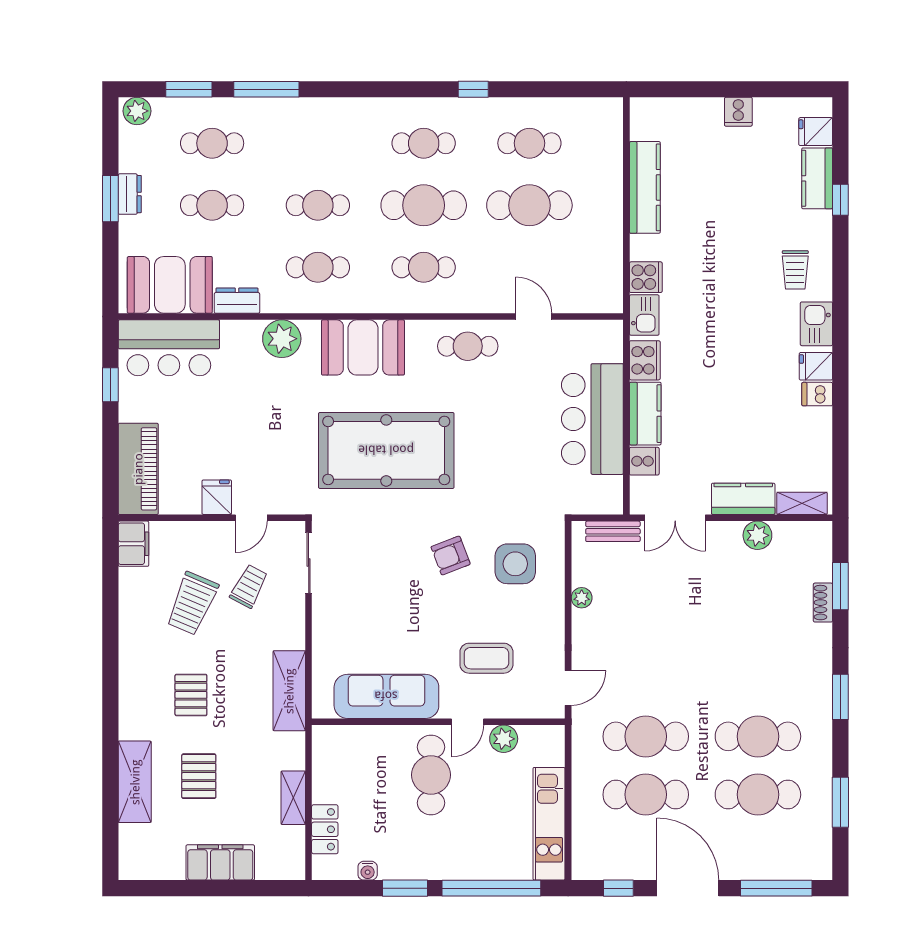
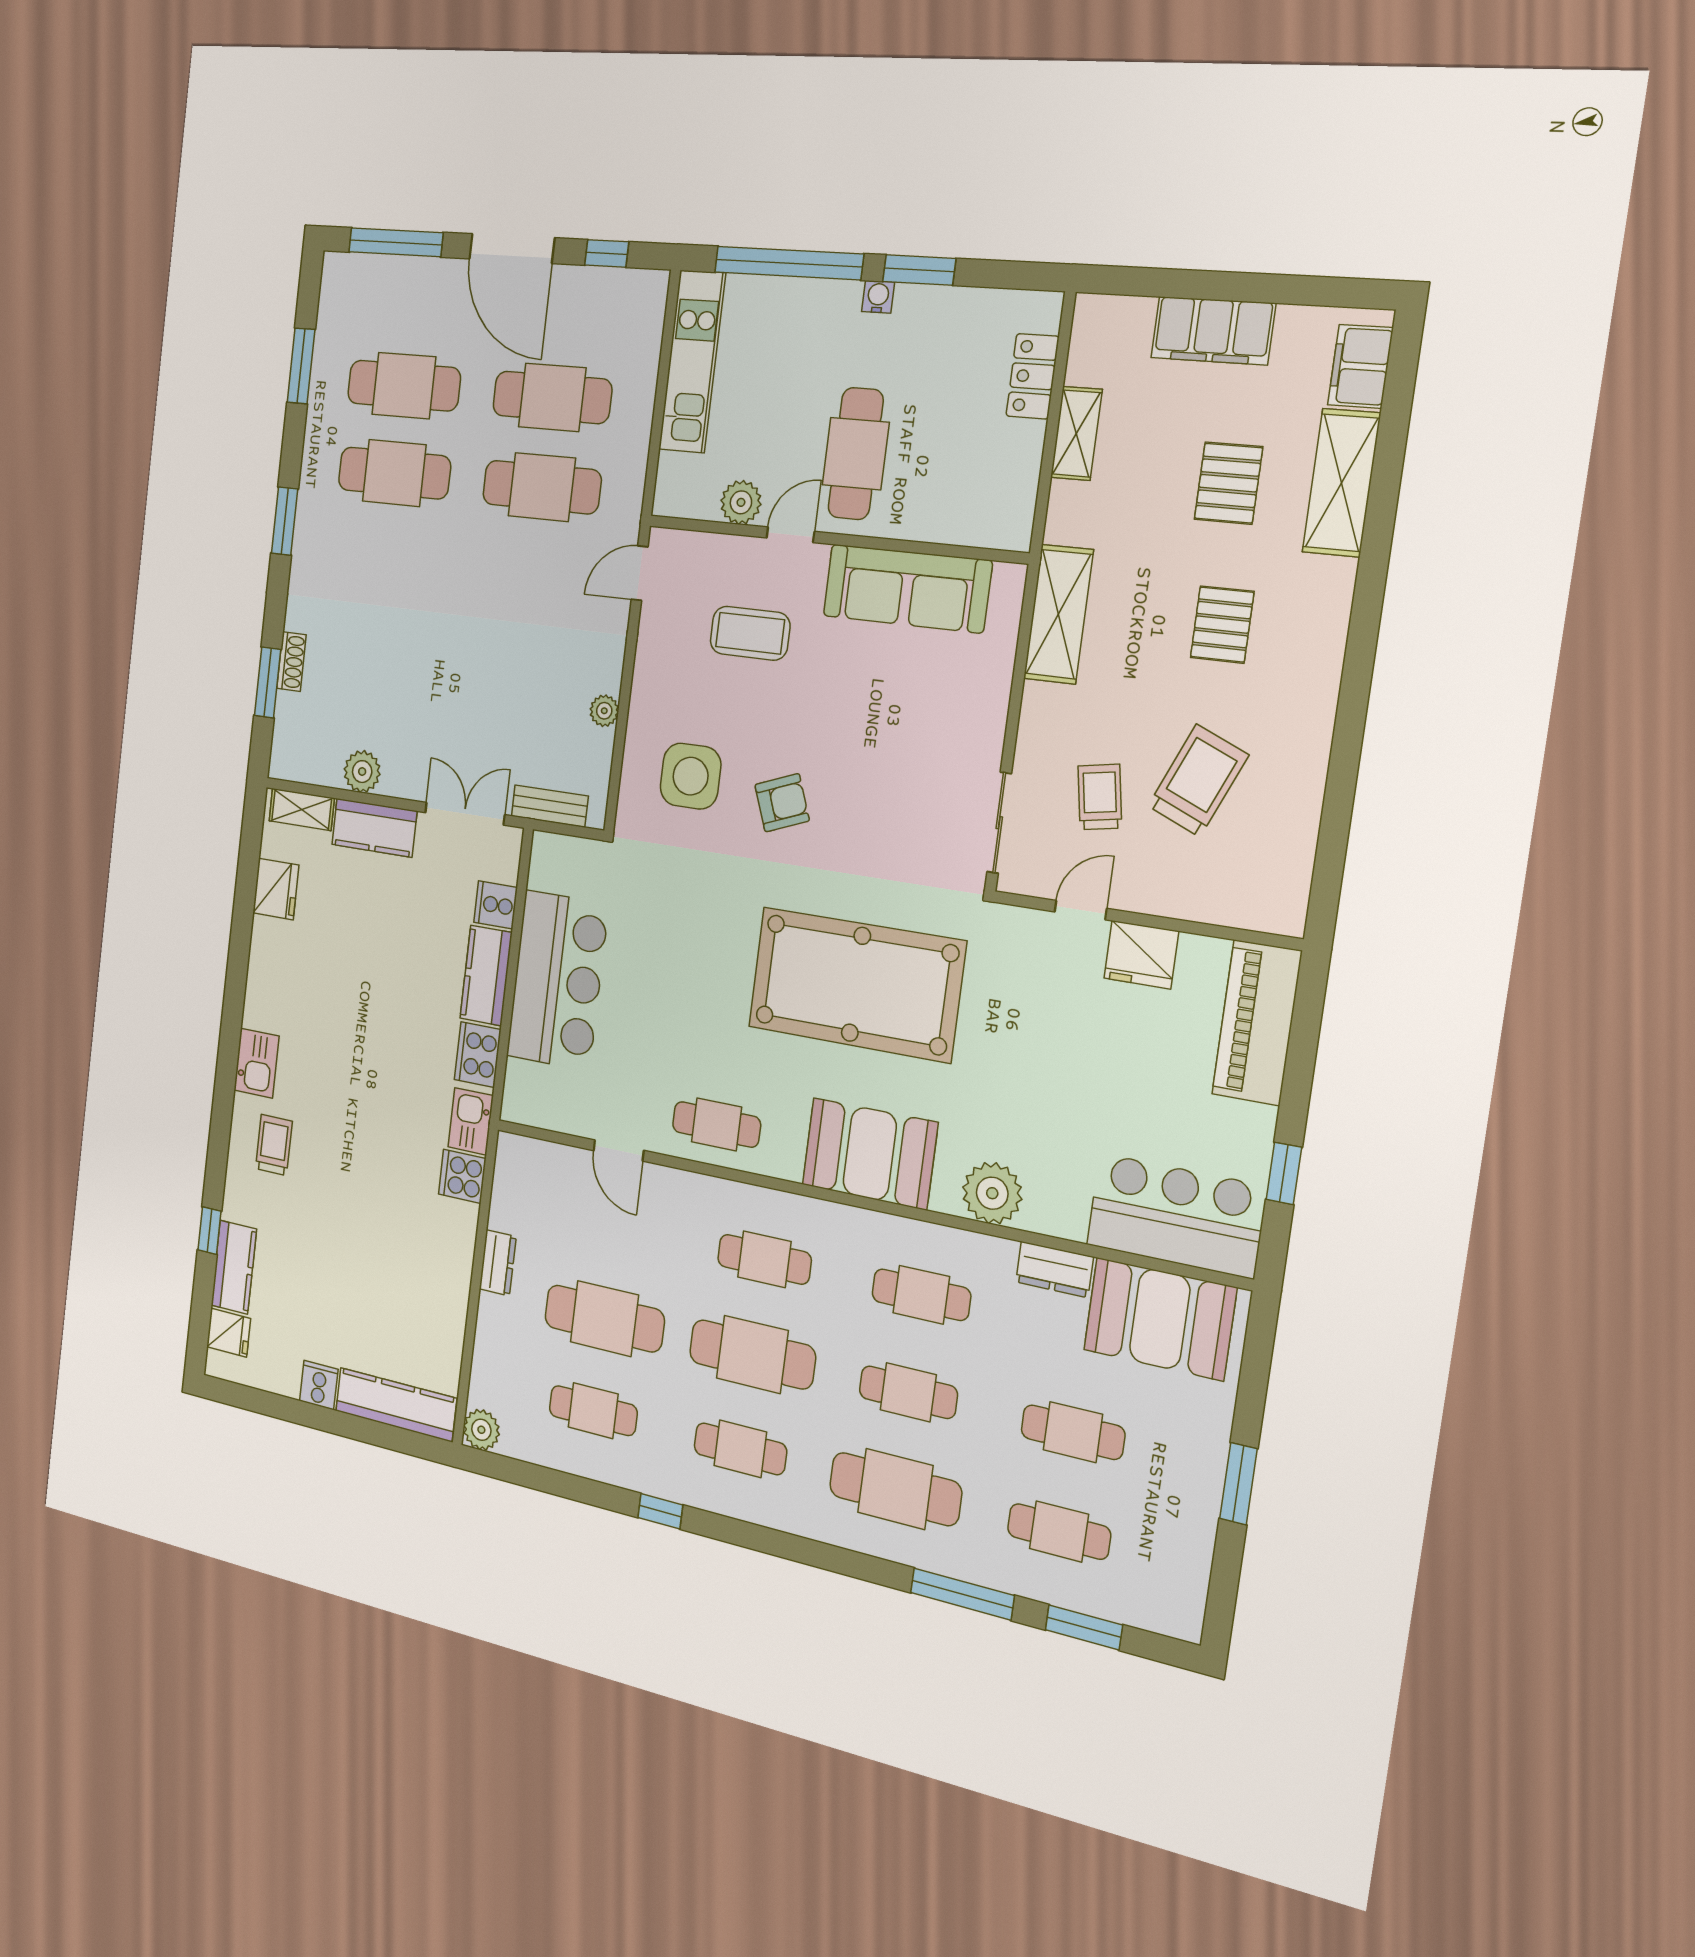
plant: (137, 111) -> (481, 1430), moved
cafe table: (318, 143) -> (895, 1489), added
kitchen counter: (645, 187) -> (396, 1405), moved, turned 90
dresser: (130, 194) -> (498, 1263), moved, turned 180
fridge: (816, 366) -> (276, 889), moved, width x1.38
dishwasher: (817, 394) -> (266, 963), removed
fridge: (217, 497) -> (1141, 955), width x1.38
filing cabinet: (133, 544) -> (1360, 366), moved
trolley: (249, 586) -> (1100, 797), turned 142
water cooler: (368, 871) -> (878, 297), moved

